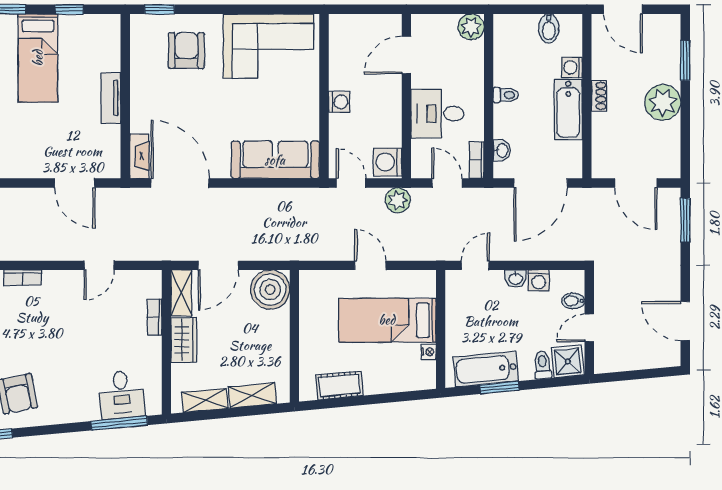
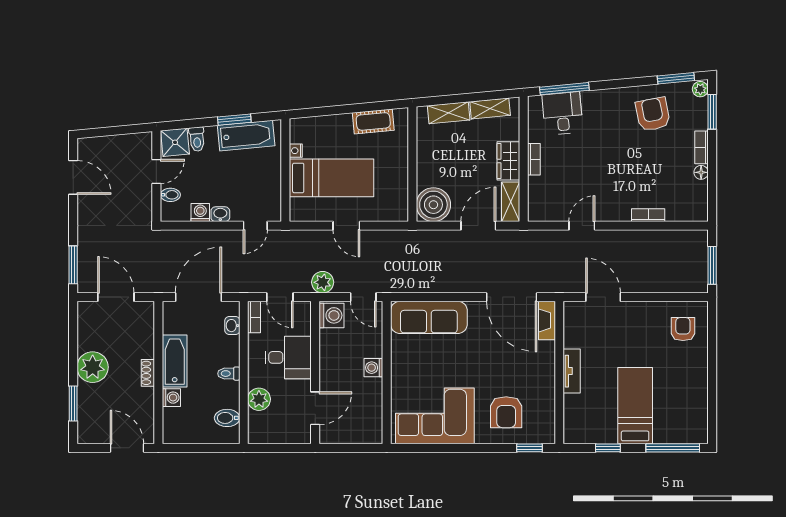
plant: (471, 27) -> (259, 399), moved
bidet: (549, 28) -> (227, 418), moved, turned -90
bookcase: (154, 317) -> (534, 159), moved

